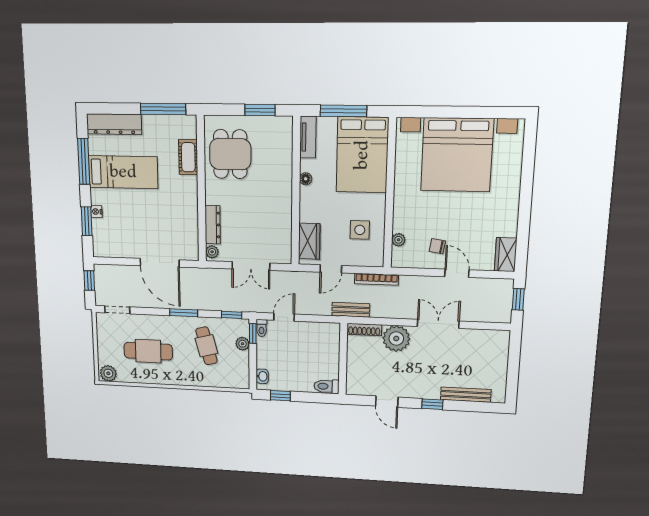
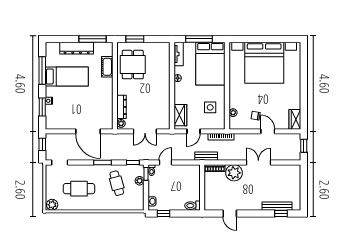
window: (260, 110) -> (135, 39), moved
dresser: (114, 124) -> (77, 48), moved
window: (432, 404) -> (281, 213), moved

